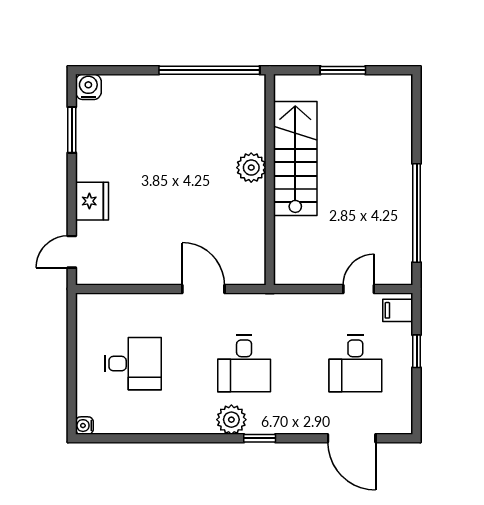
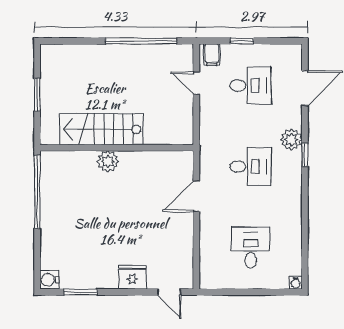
plant: (231, 420) -> (291, 139), moved

